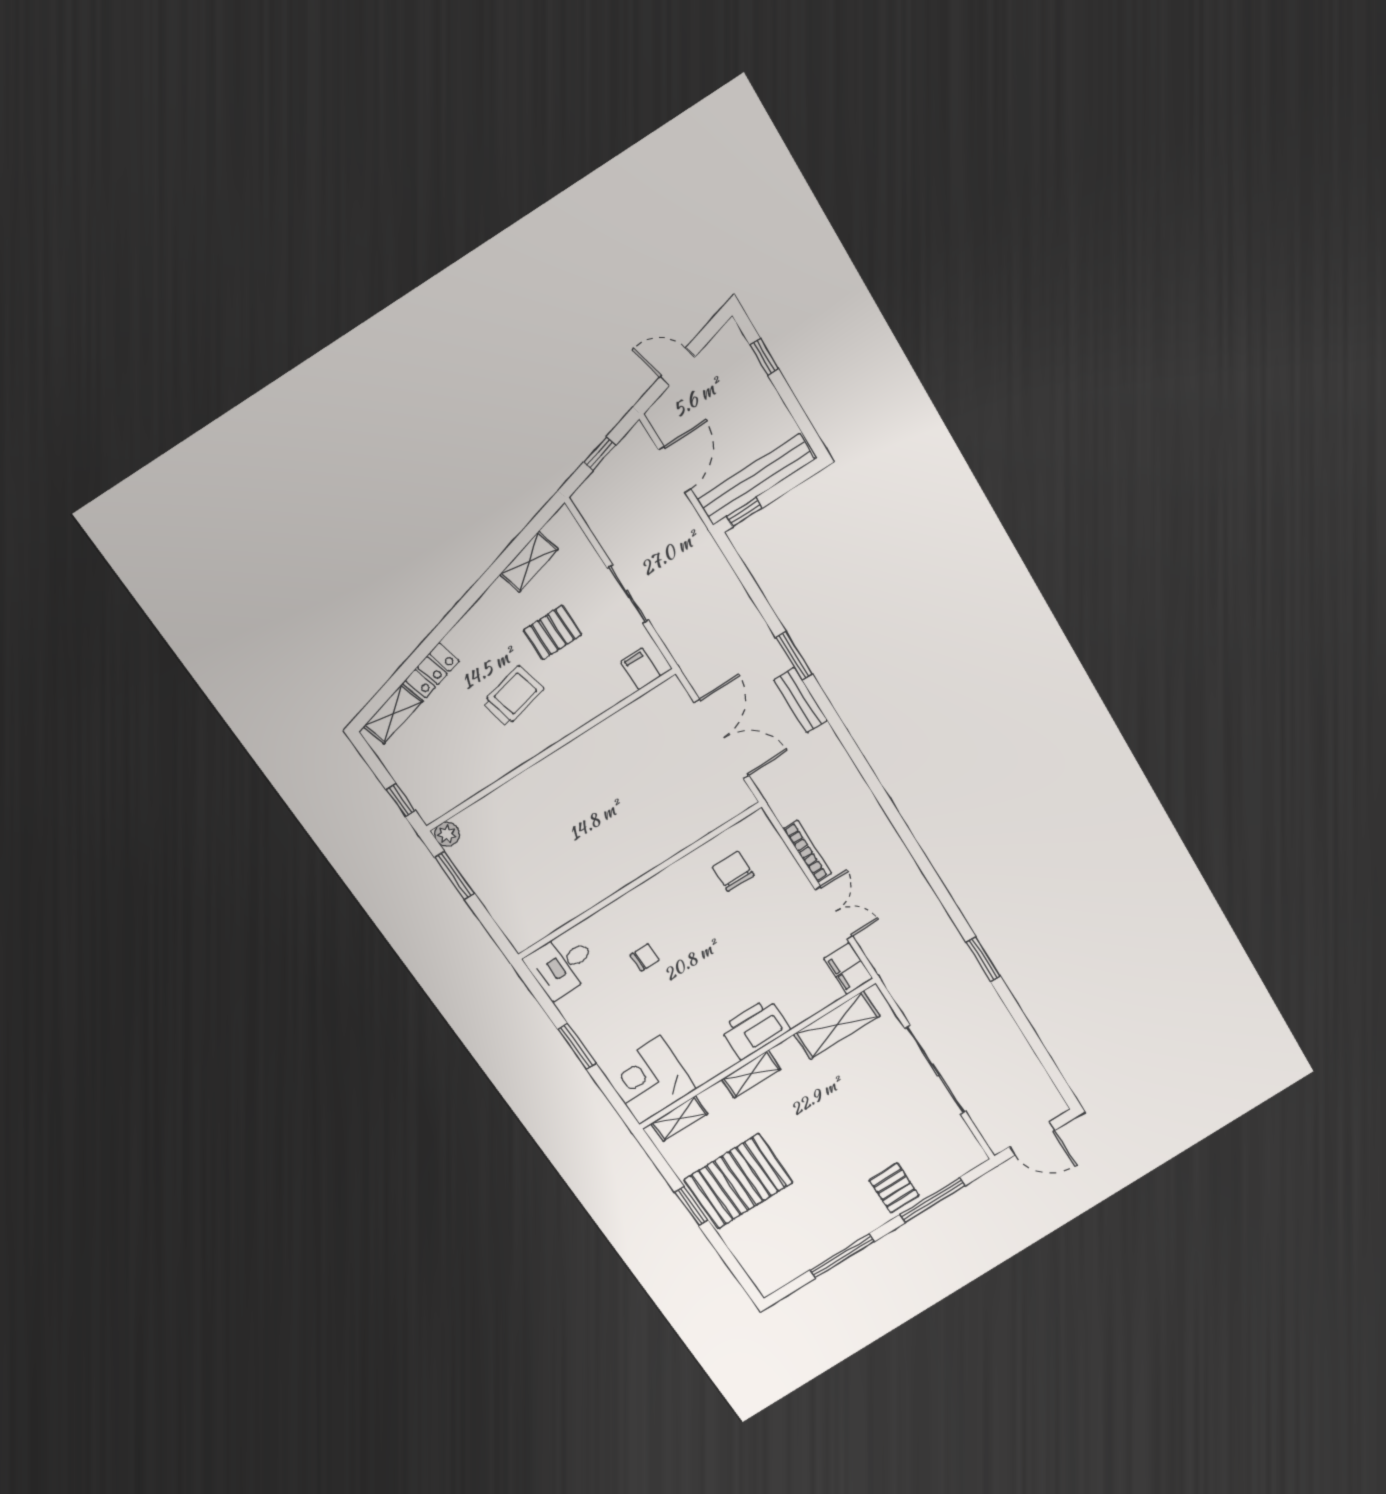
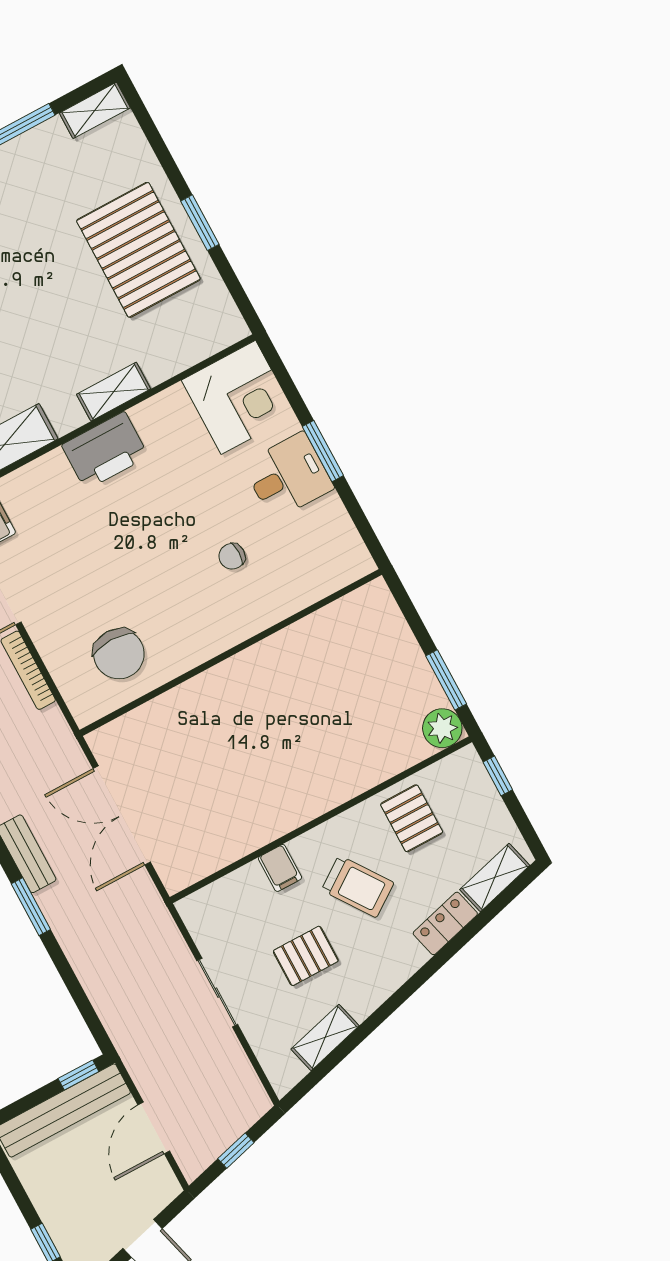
filing cabinet: (640, 669) -> (280, 868), moved
trolley: (513, 696) -> (358, 886), turned -112
pallet: (472, 758) -> (412, 818), added
plant: (447, 834) -> (442, 728), width x1.38, depth x1.38
chair: (733, 871) -> (119, 654), width x1.37, depth x1.37
desk: (562, 965) -> (288, 476), moved
shelving: (679, 1119) -> (95, 110), moved
pallet: (739, 1181) -> (138, 250), turned 90

